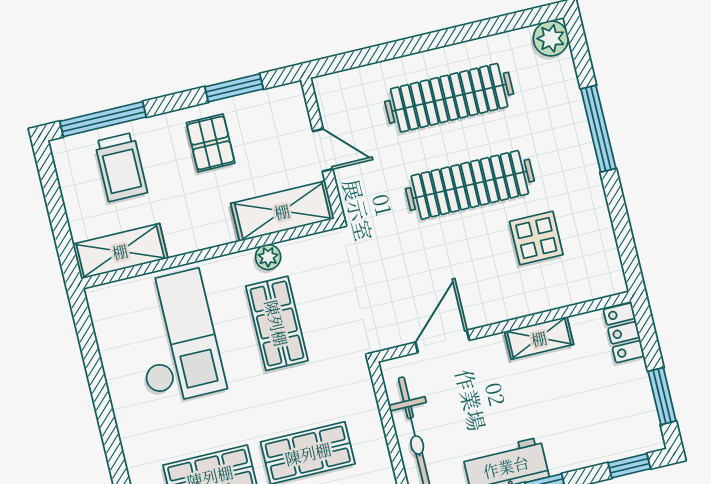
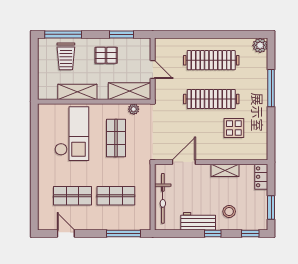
pallet: (211, 143) -> (106, 55), turned 90
shelving: (120, 251) -> (77, 92), moved
plant: (268, 257) -> (134, 109), moved
stool: (570, 428) -> (229, 212), added

